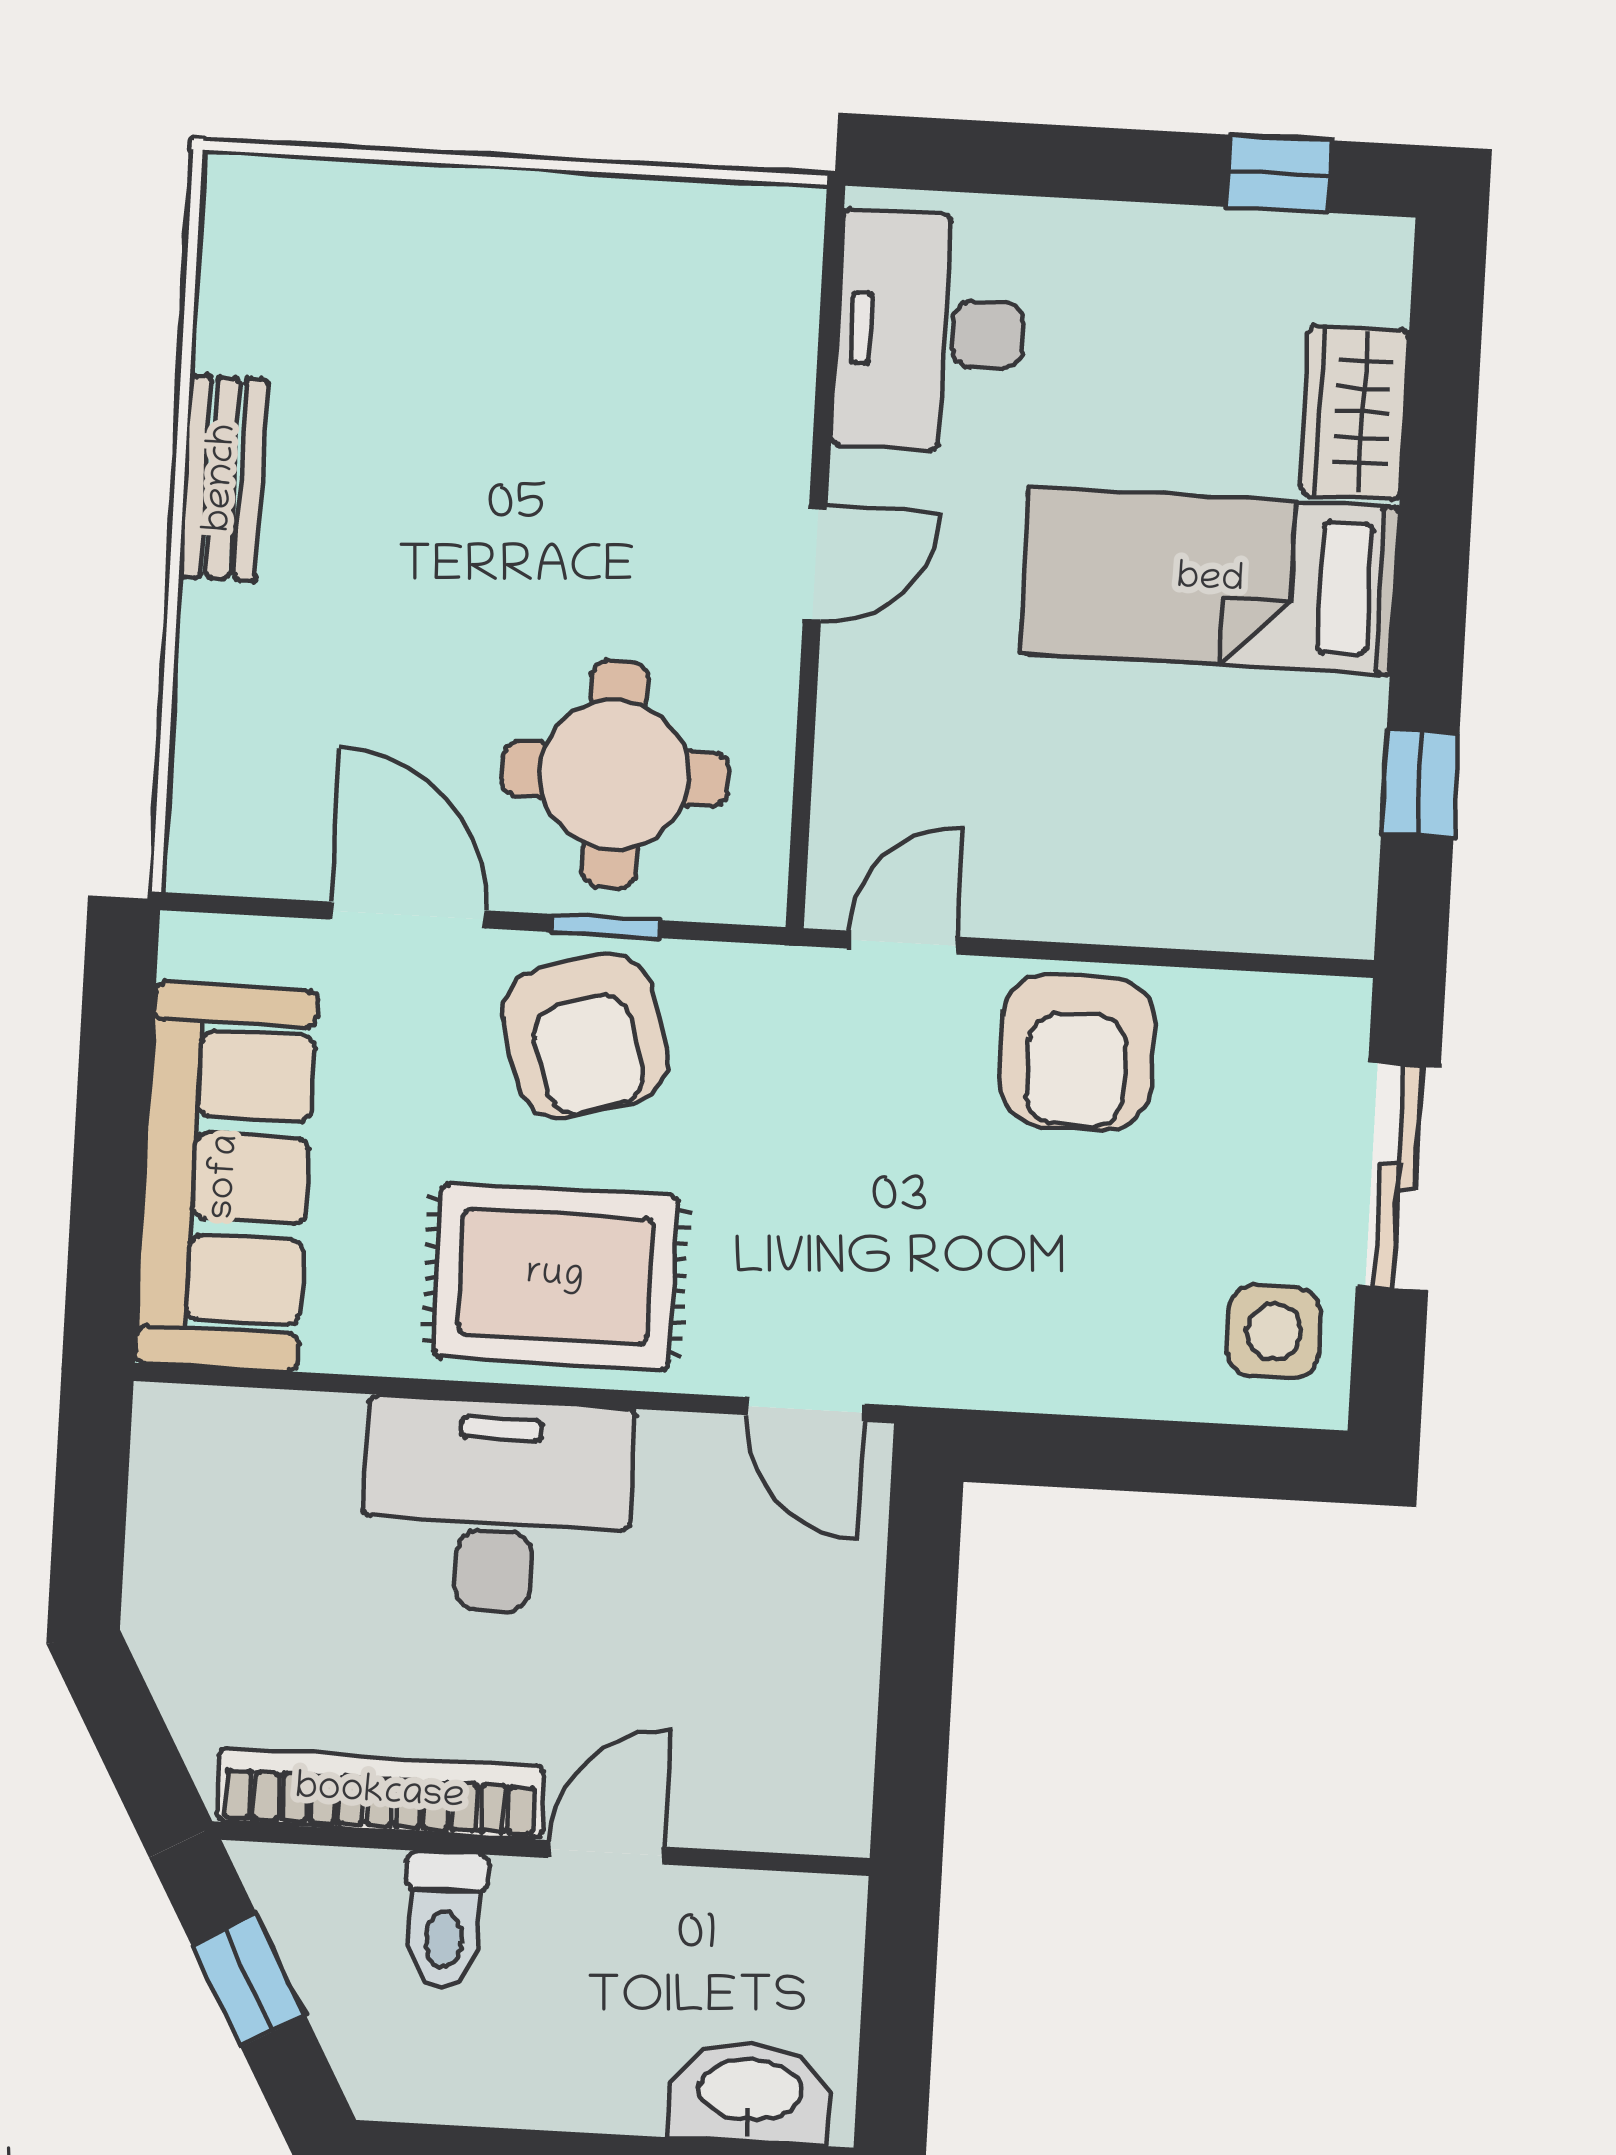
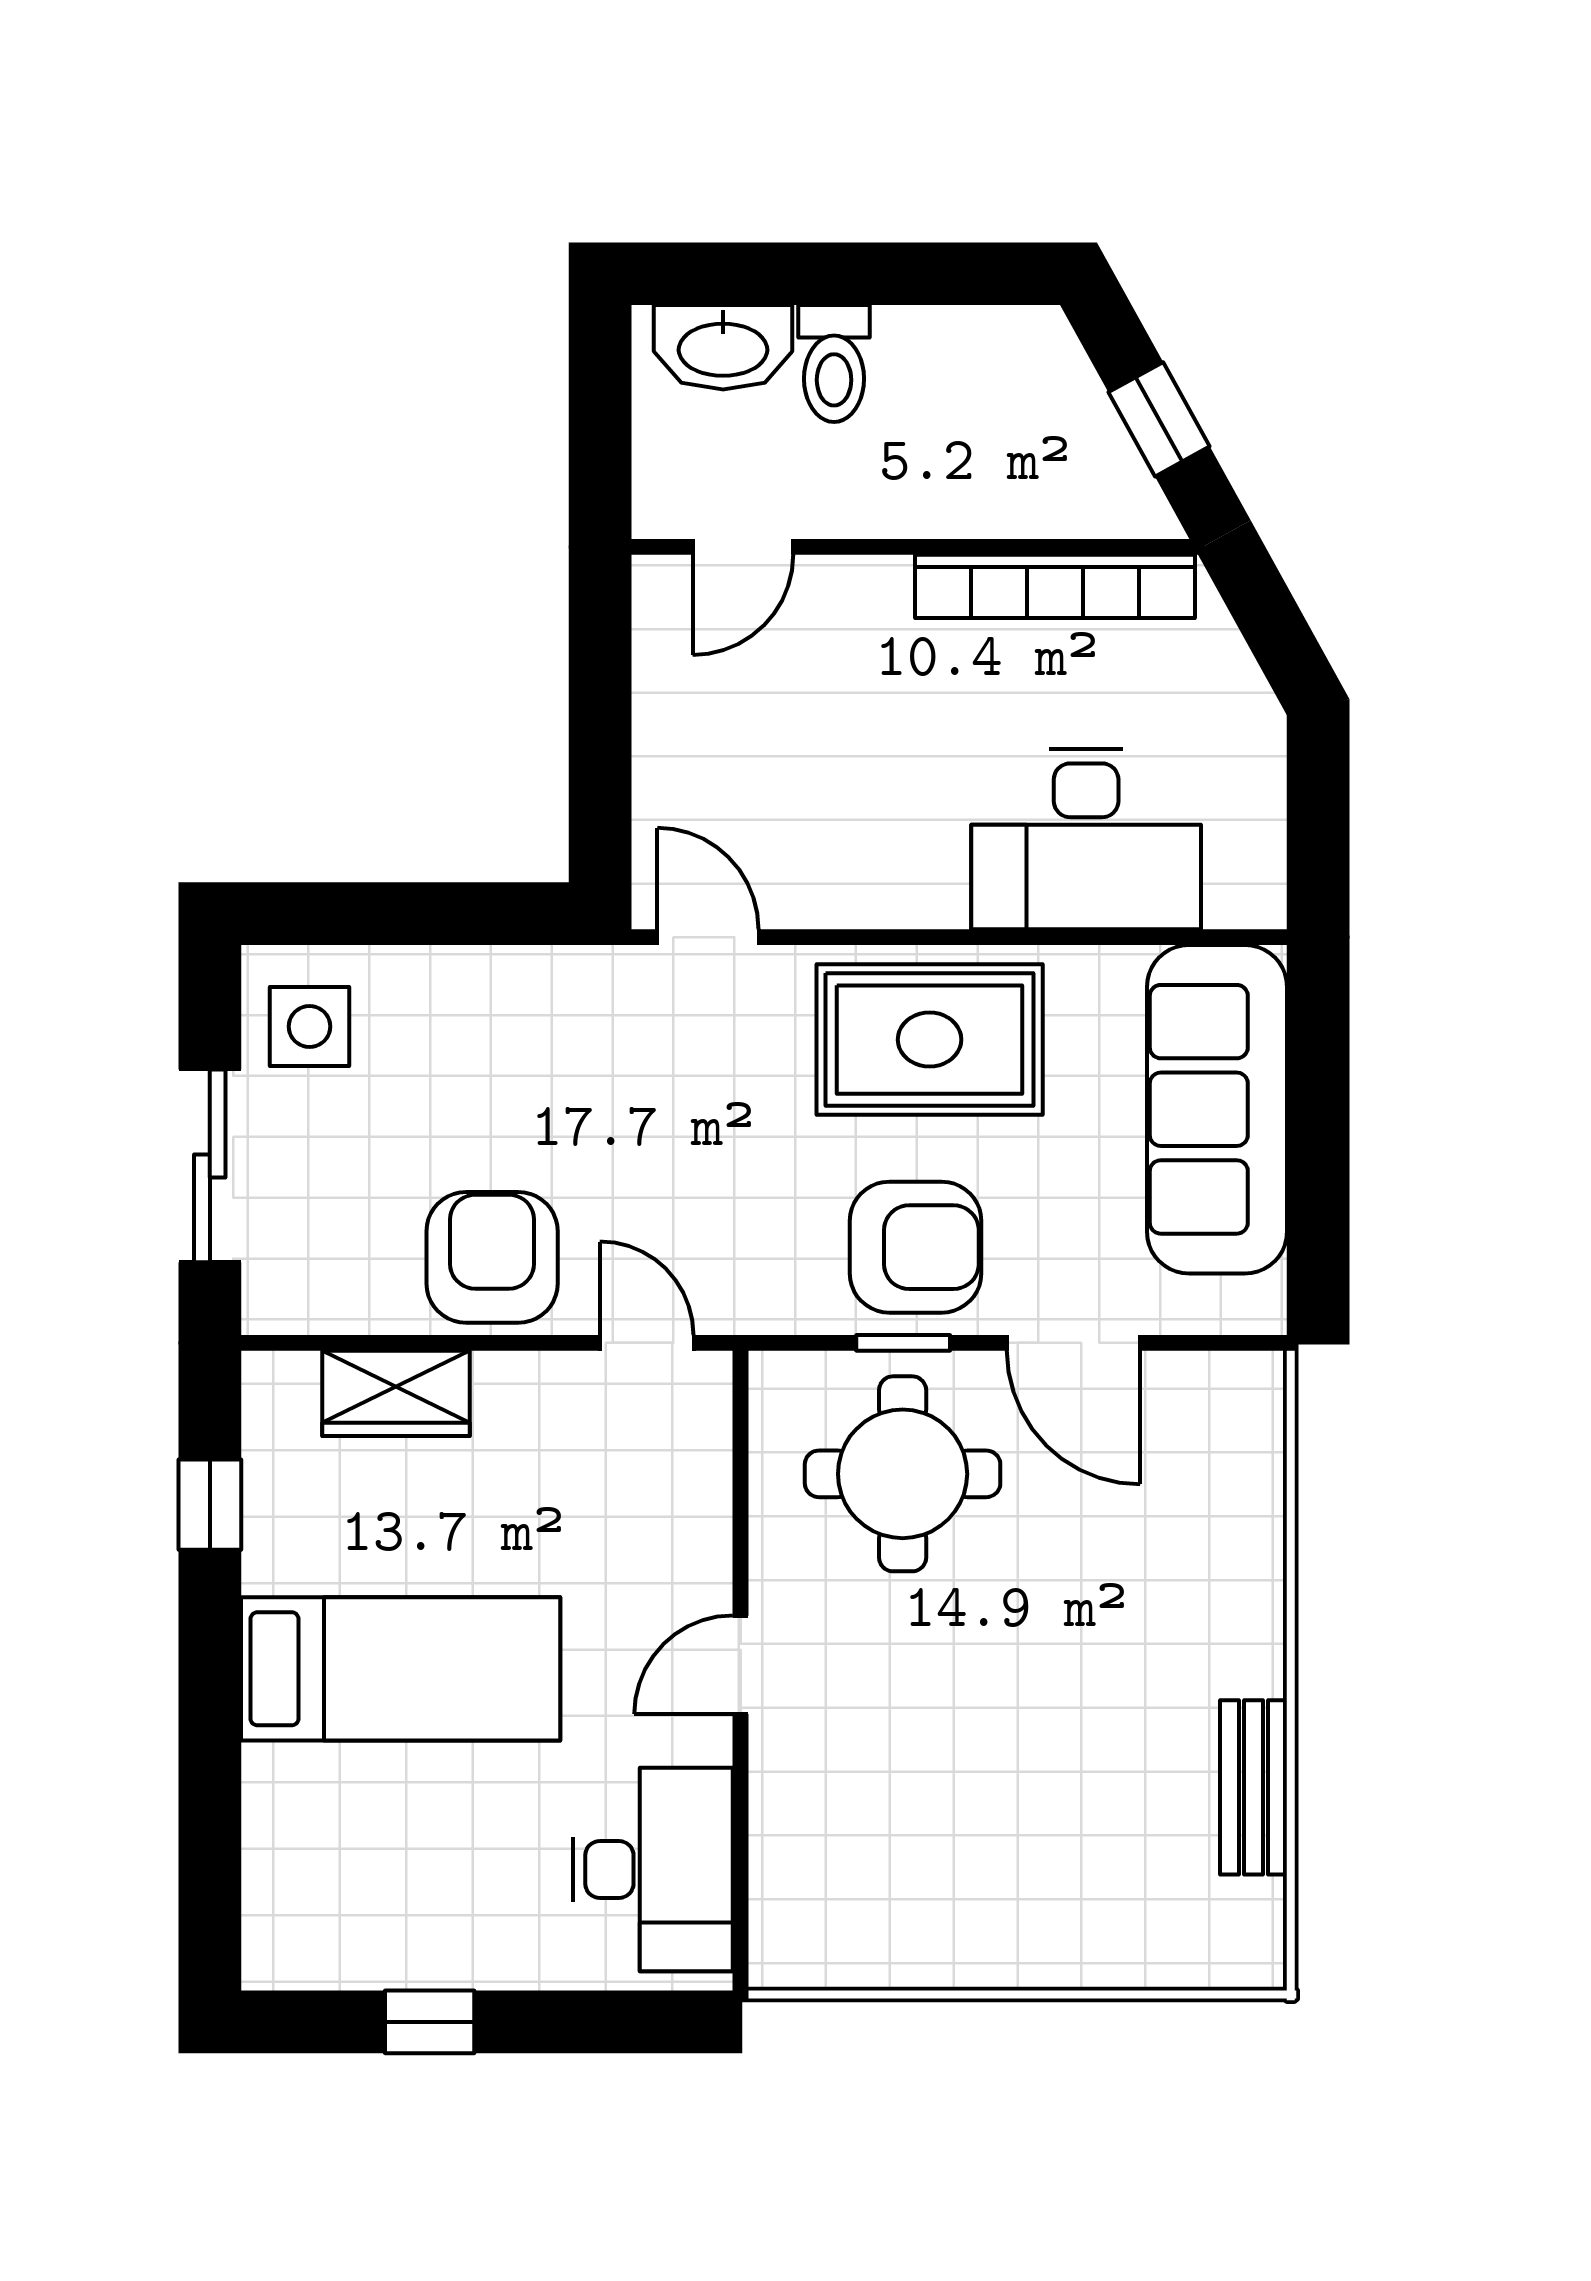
window: (1279, 174) -> (430, 2022), moved
wardrobe: (1355, 412) -> (396, 1393), moved, turned 90
bench: (223, 478) -> (1254, 1787), moved
door: (903, 943) -> (647, 1343), swing flipped
armchair: (585, 1036) -> (916, 1247), turned 106
desk: (497, 1506) -> (1086, 839), moved
door: (607, 1852) -> (743, 547), moved
toilet: (445, 1921) -> (834, 364), moved, turned 180

